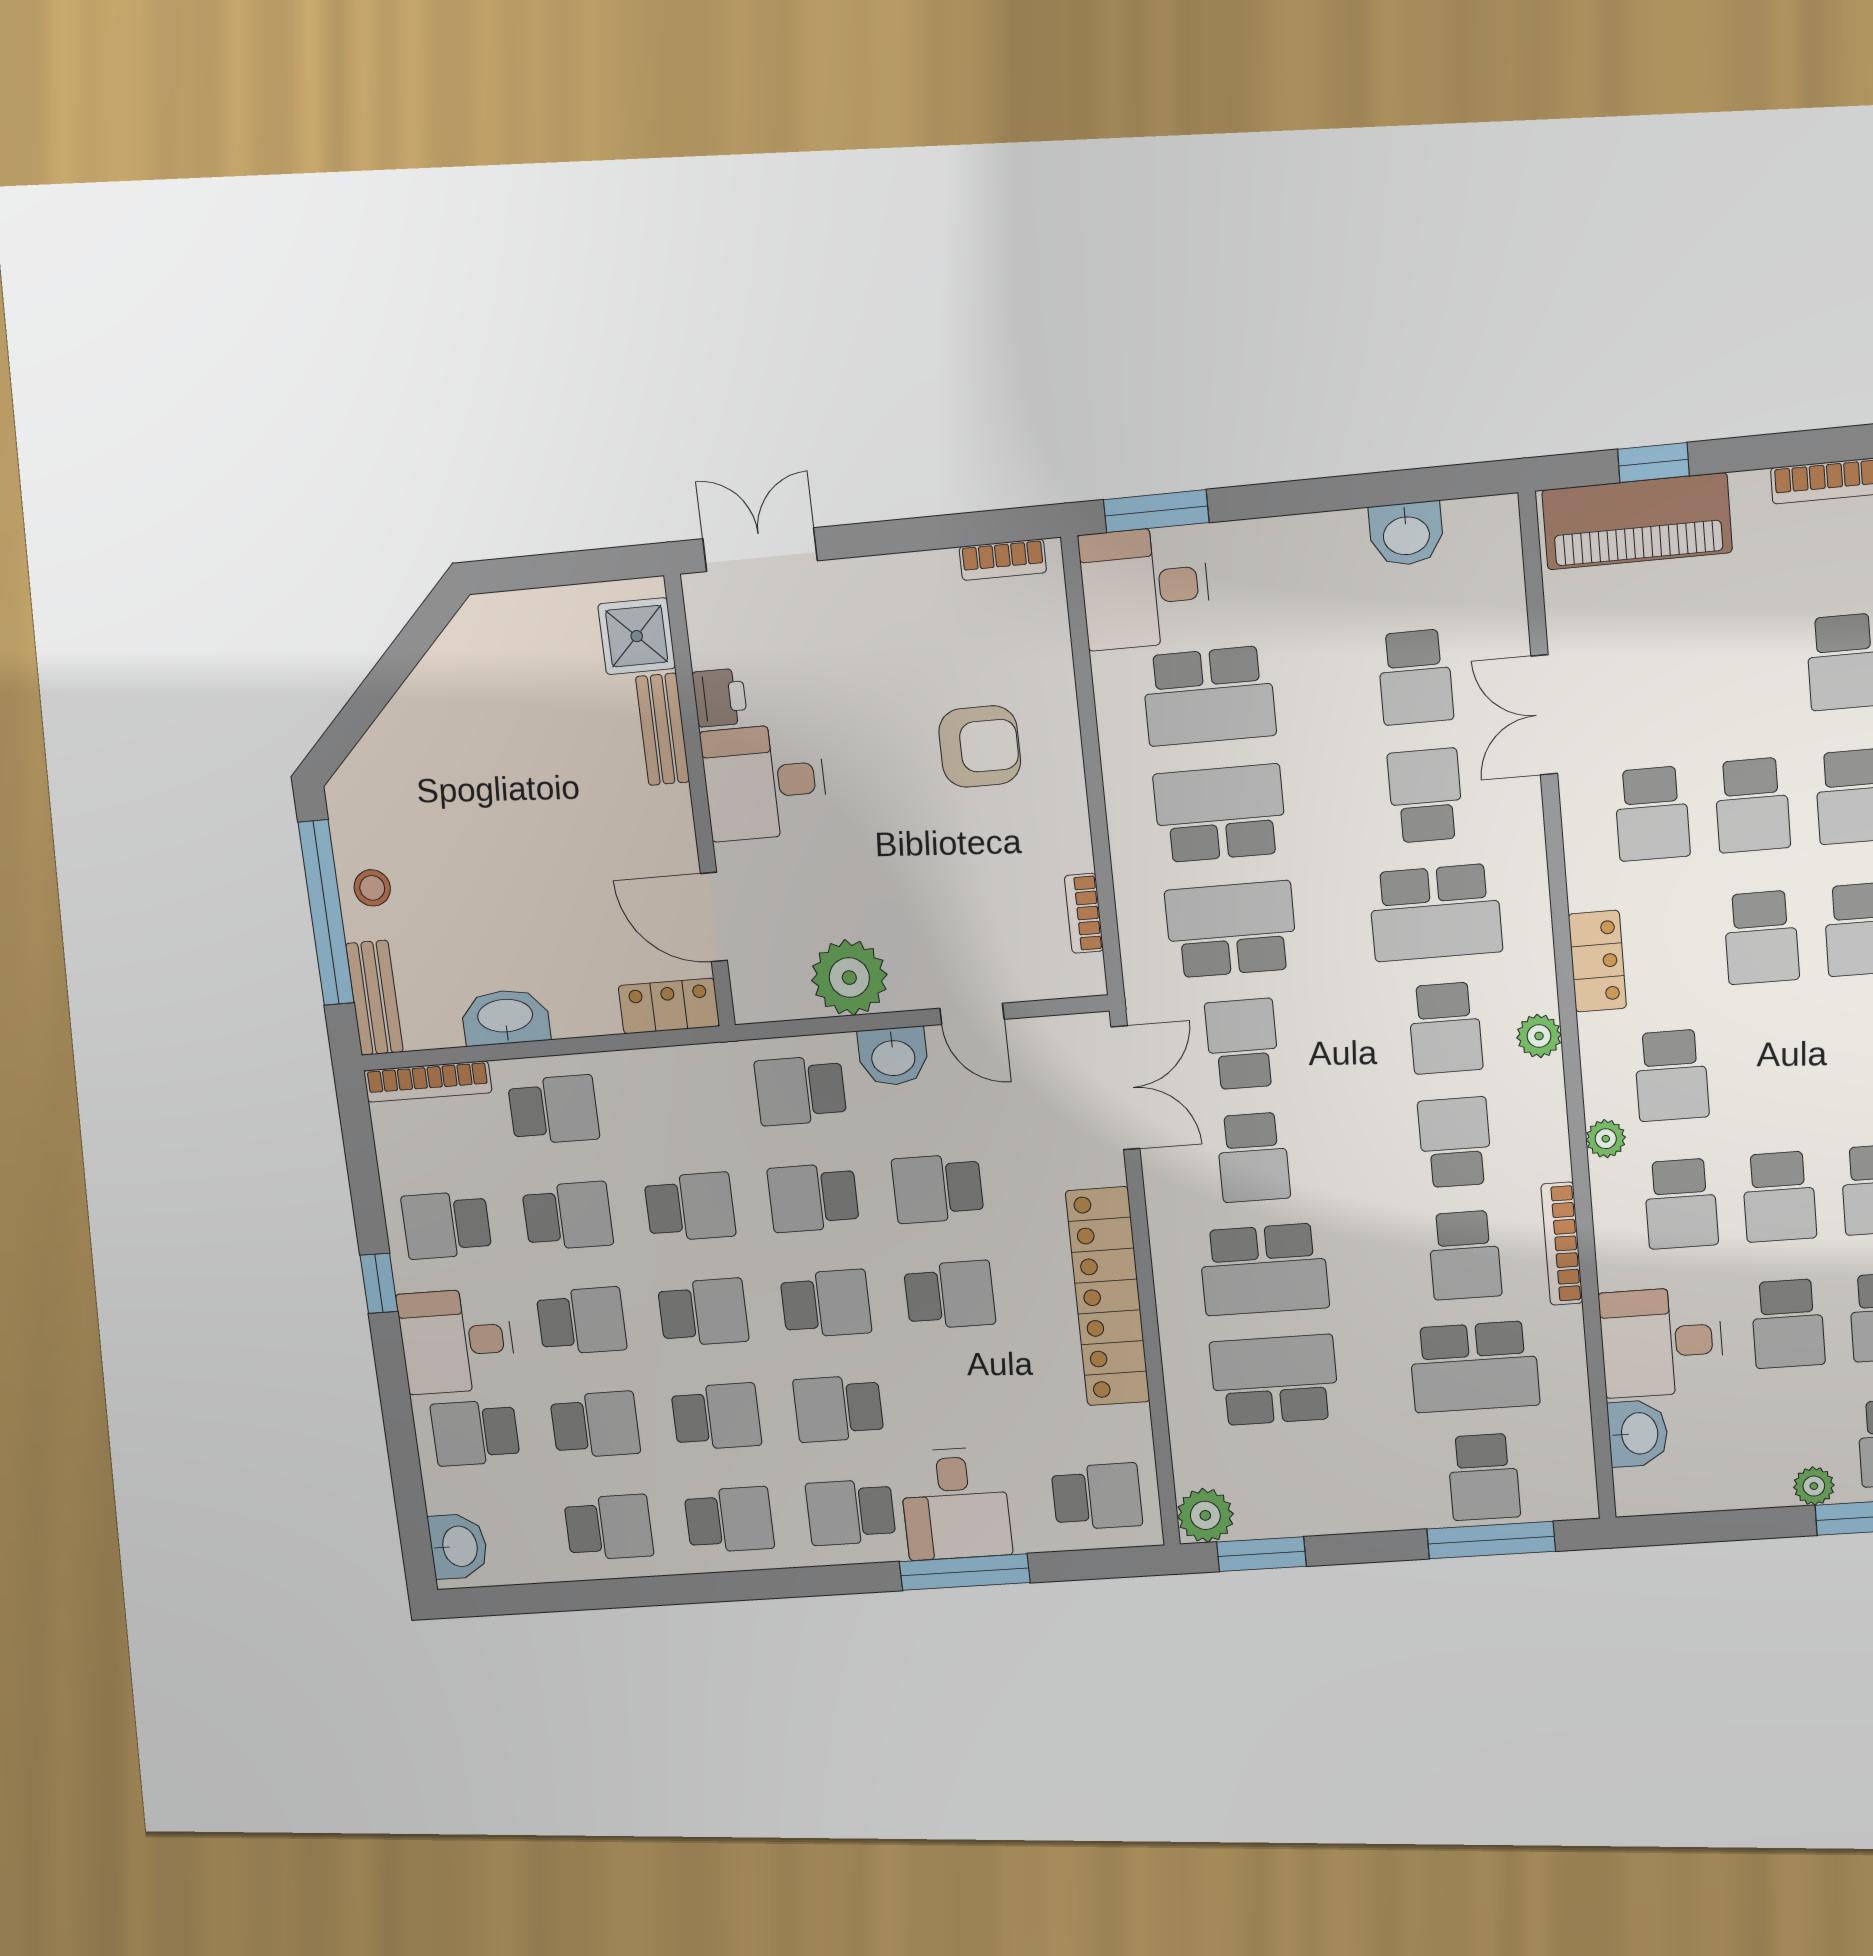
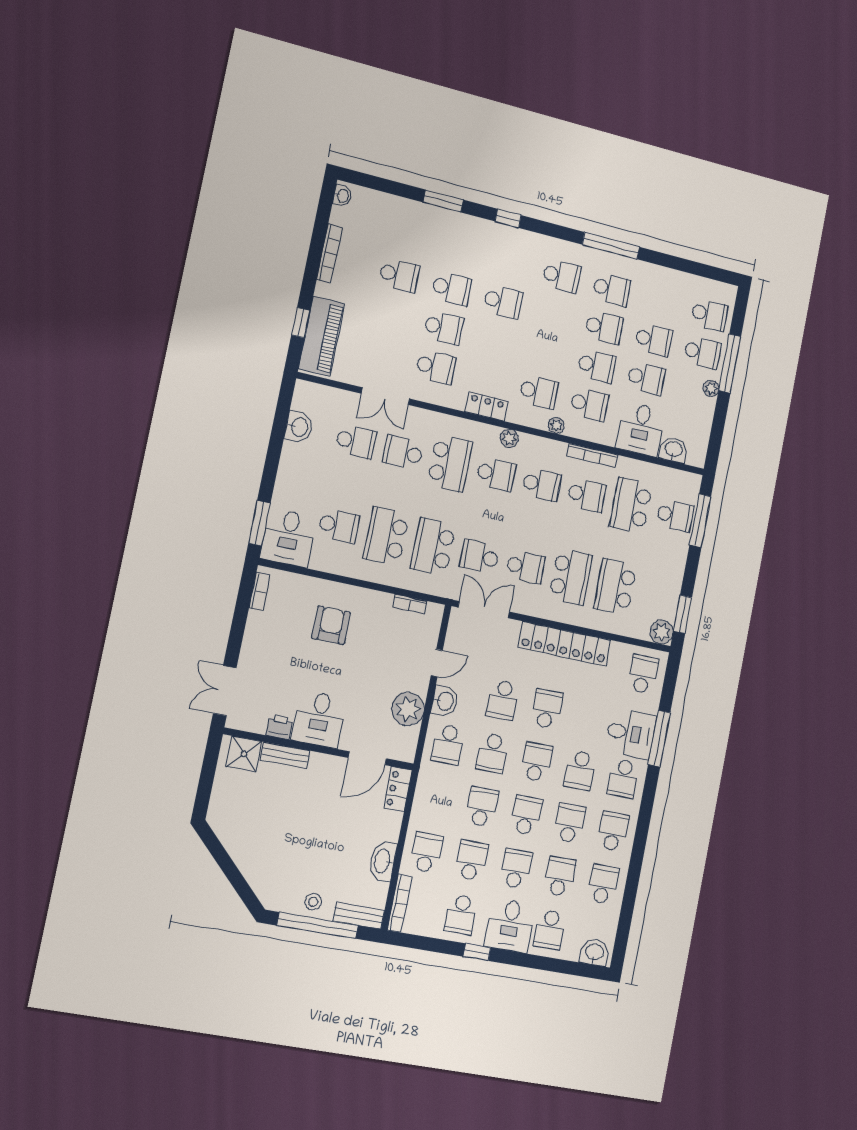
school desk: (1209, 696) -> (339, 526), width x0.54
school desk: (1761, 937) -> (495, 341), removed
school desk: (1455, 1142) -> (541, 485), turned 180
school desk: (1474, 1367) -> (631, 505), turned 180

